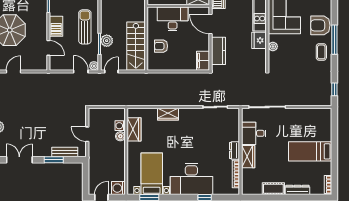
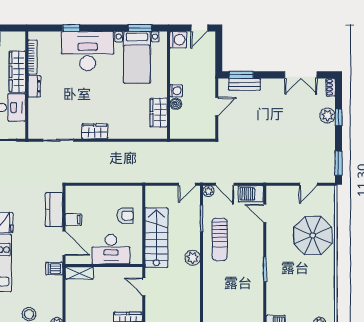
barbecue: (56, 26) -> (251, 194), moved, turned -90
plant: (107, 41) -> (193, 258), moved
stairs: (136, 46) -> (156, 238), moved
filing cabinet: (203, 61) -> (73, 220), moved, width x0.50
wardrobe: (168, 114) -> (95, 131), moved
washing machine: (120, 126) -> (176, 91), moved
door: (87, 134) -> (217, 106), hinge flipped
wardrobe: (248, 157) -> (17, 72), width x1.50
window: (54, 160) -> (241, 75), moved

